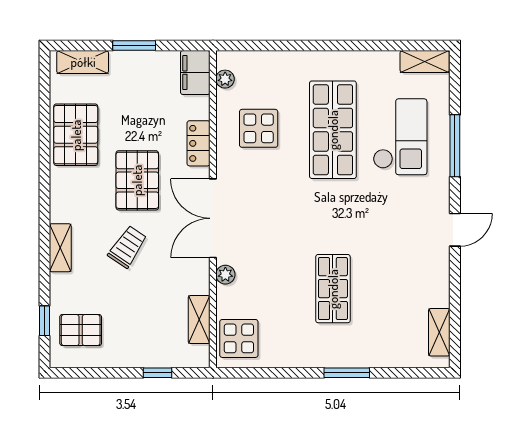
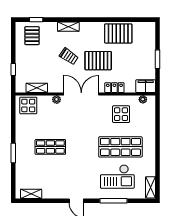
shelving: (83, 62) -> (150, 36), removed

